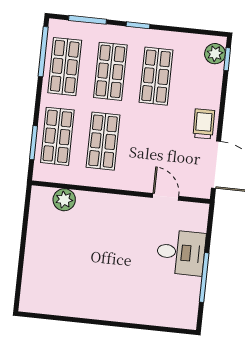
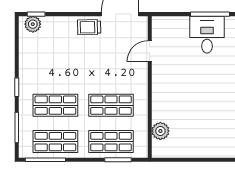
shop shelf: (156, 76) -> (55, 69), removed
desk: (181, 252) -> (207, 35), moved

